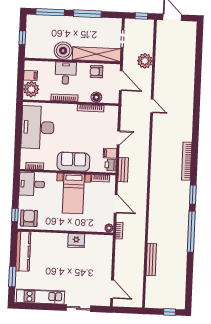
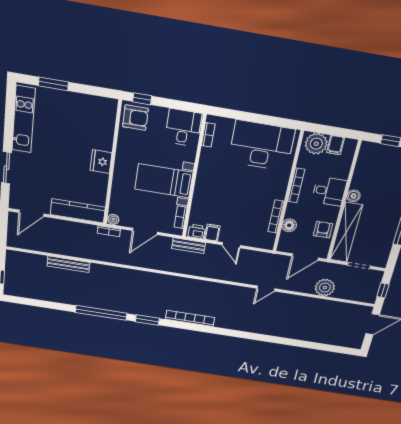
boiler: (63, 51) -> (353, 196), width x0.54, depth x0.54
sofa: (73, 162) -> (207, 186), removed
fridge: (76, 241) -> (101, 162), moved
kitchen counter: (23, 251) -> (78, 211), moved, turned 180

